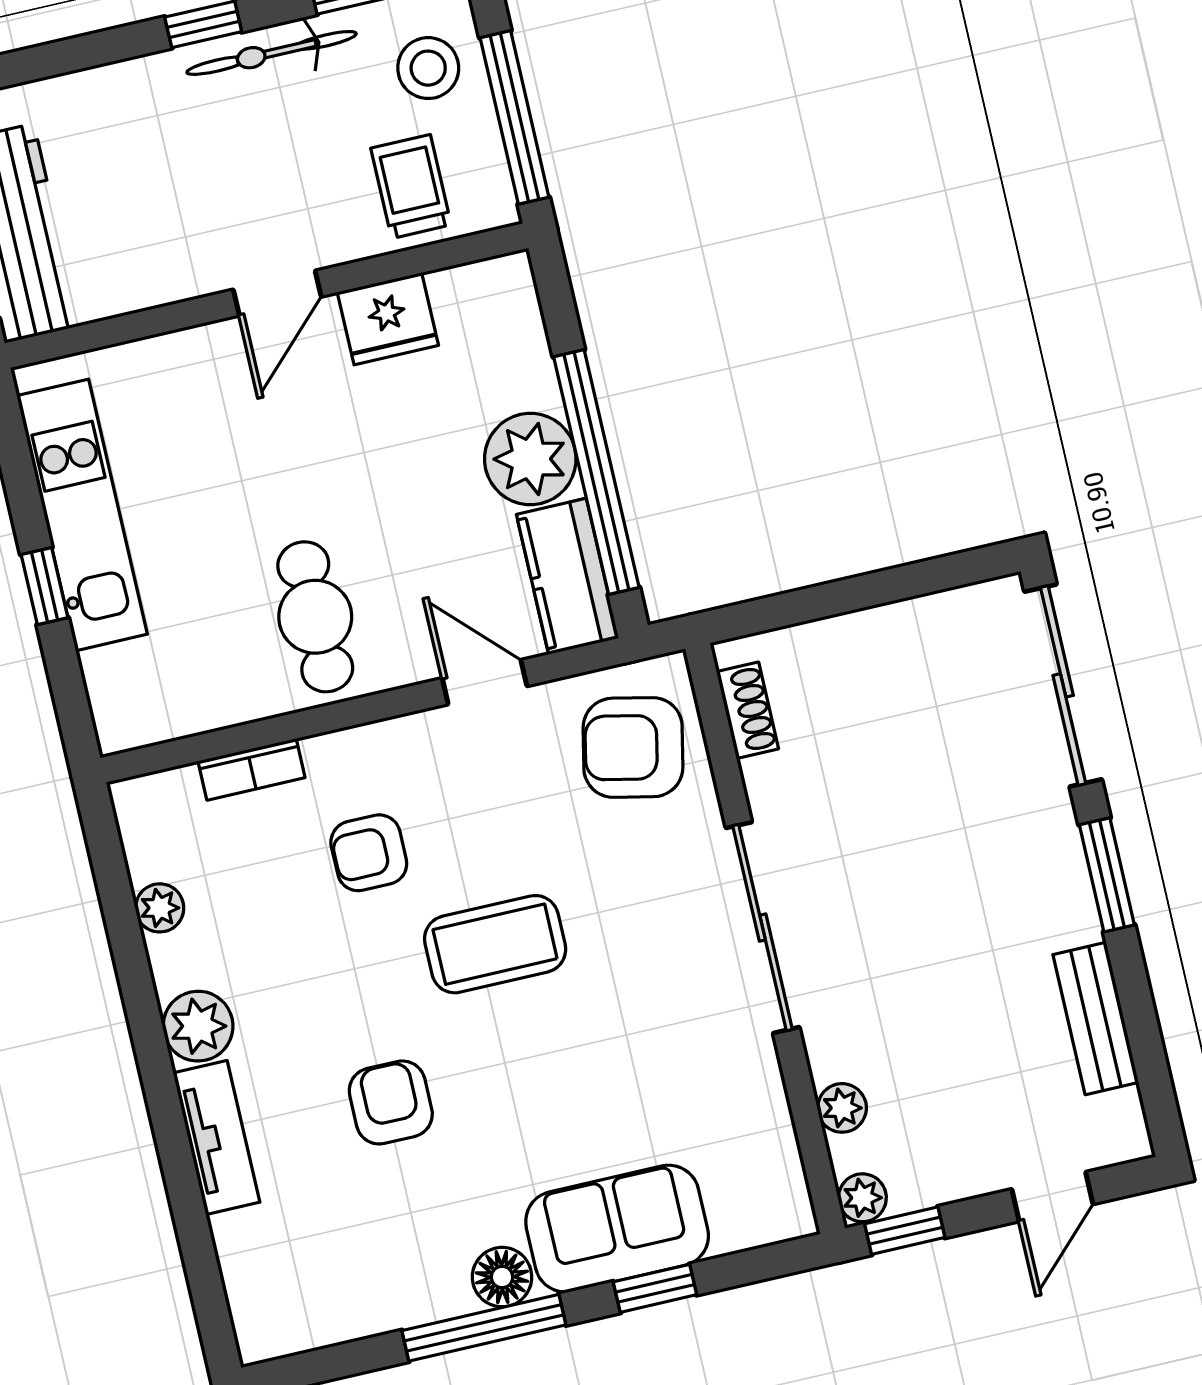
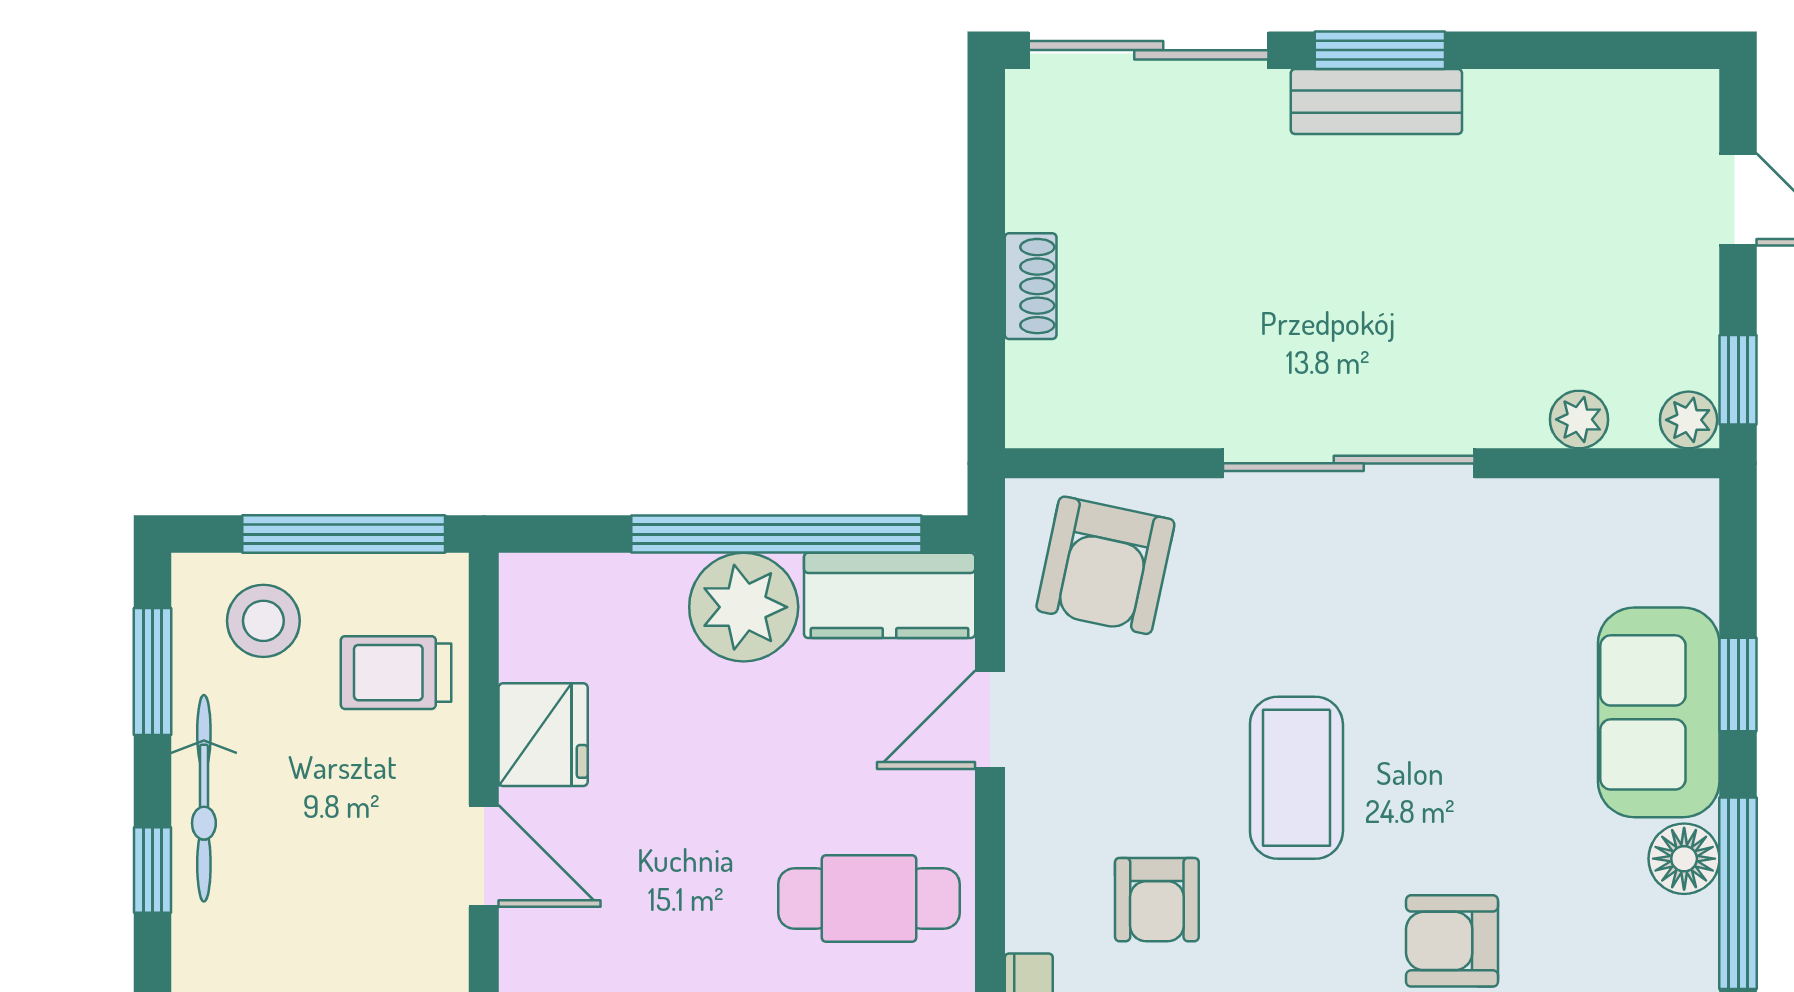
shoe rack: (747, 710) -> (1031, 286), moved, turned 90
bench: (1096, 1019) -> (1376, 101), moved

